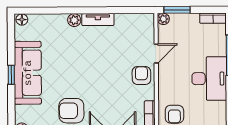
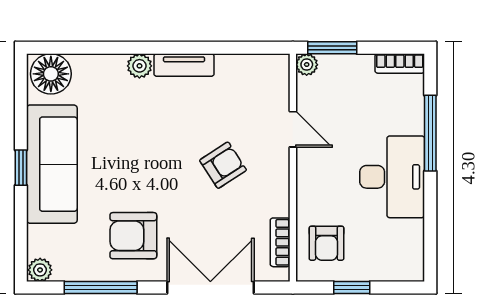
floor lamp: (22, 20) -> (51, 74), width x1.89, depth x1.89
door: (156, 53) -> (293, 129), hinge flipped
armchair: (141, 76) -> (223, 165), moved, turned 57

